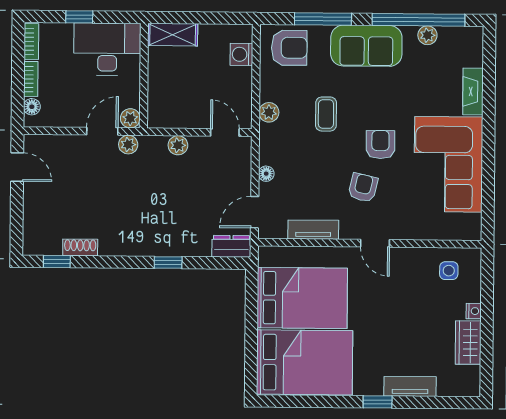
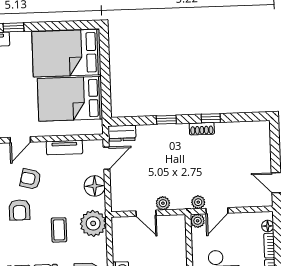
plant: (269, 112) -> (93, 223), width x1.88, depth x1.88
door: (225, 132) -> (146, 213), moved
floor lamp: (266, 174) -> (95, 186), width x1.89, depth x1.89
armchair: (363, 188) -> (30, 179), turned 91
door: (375, 243) -> (20, 140), swing flipped
shoe rack: (80, 247) -> (202, 129), moved
window: (57, 262) -> (211, 118), moved

